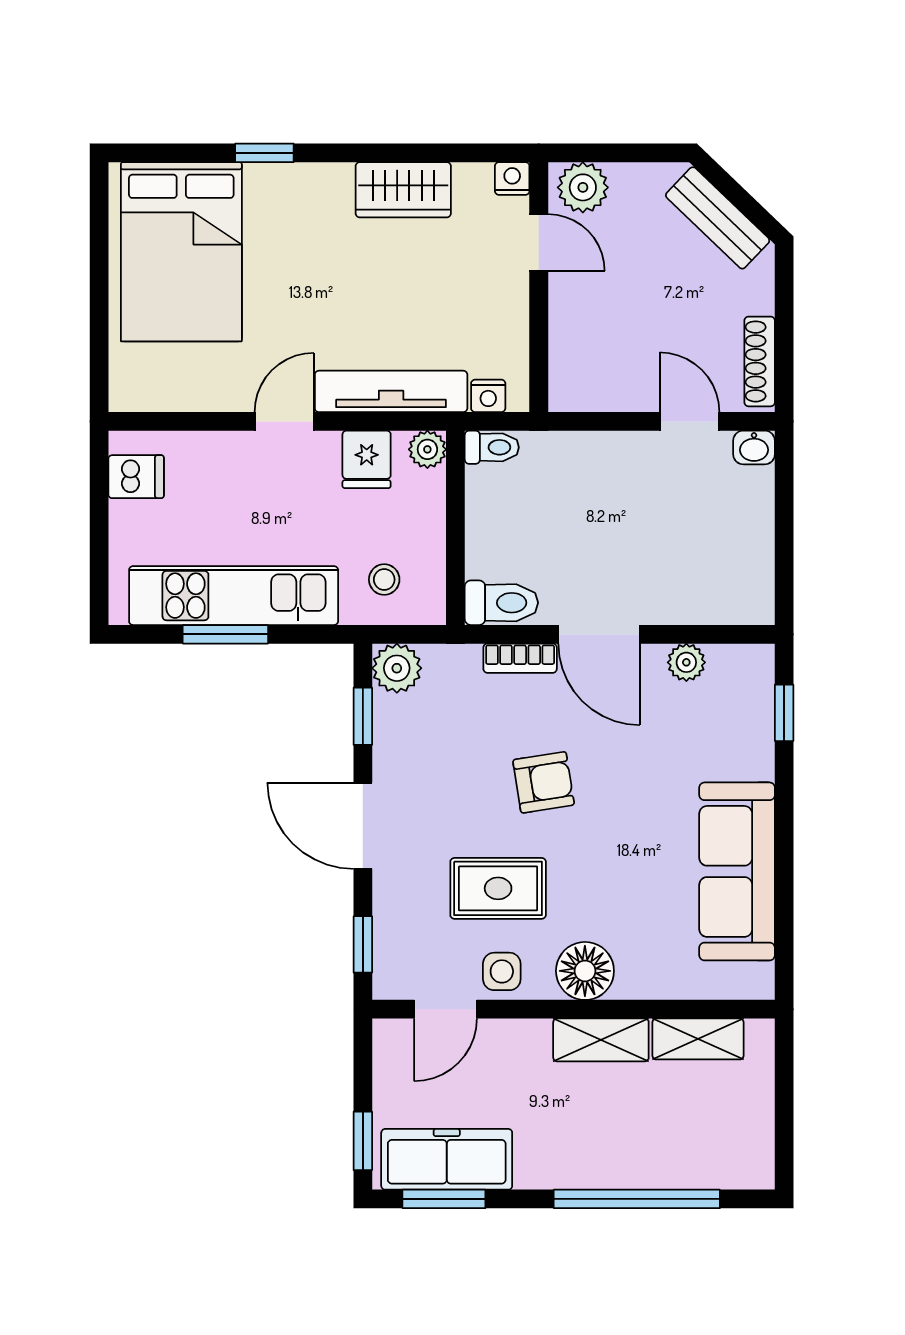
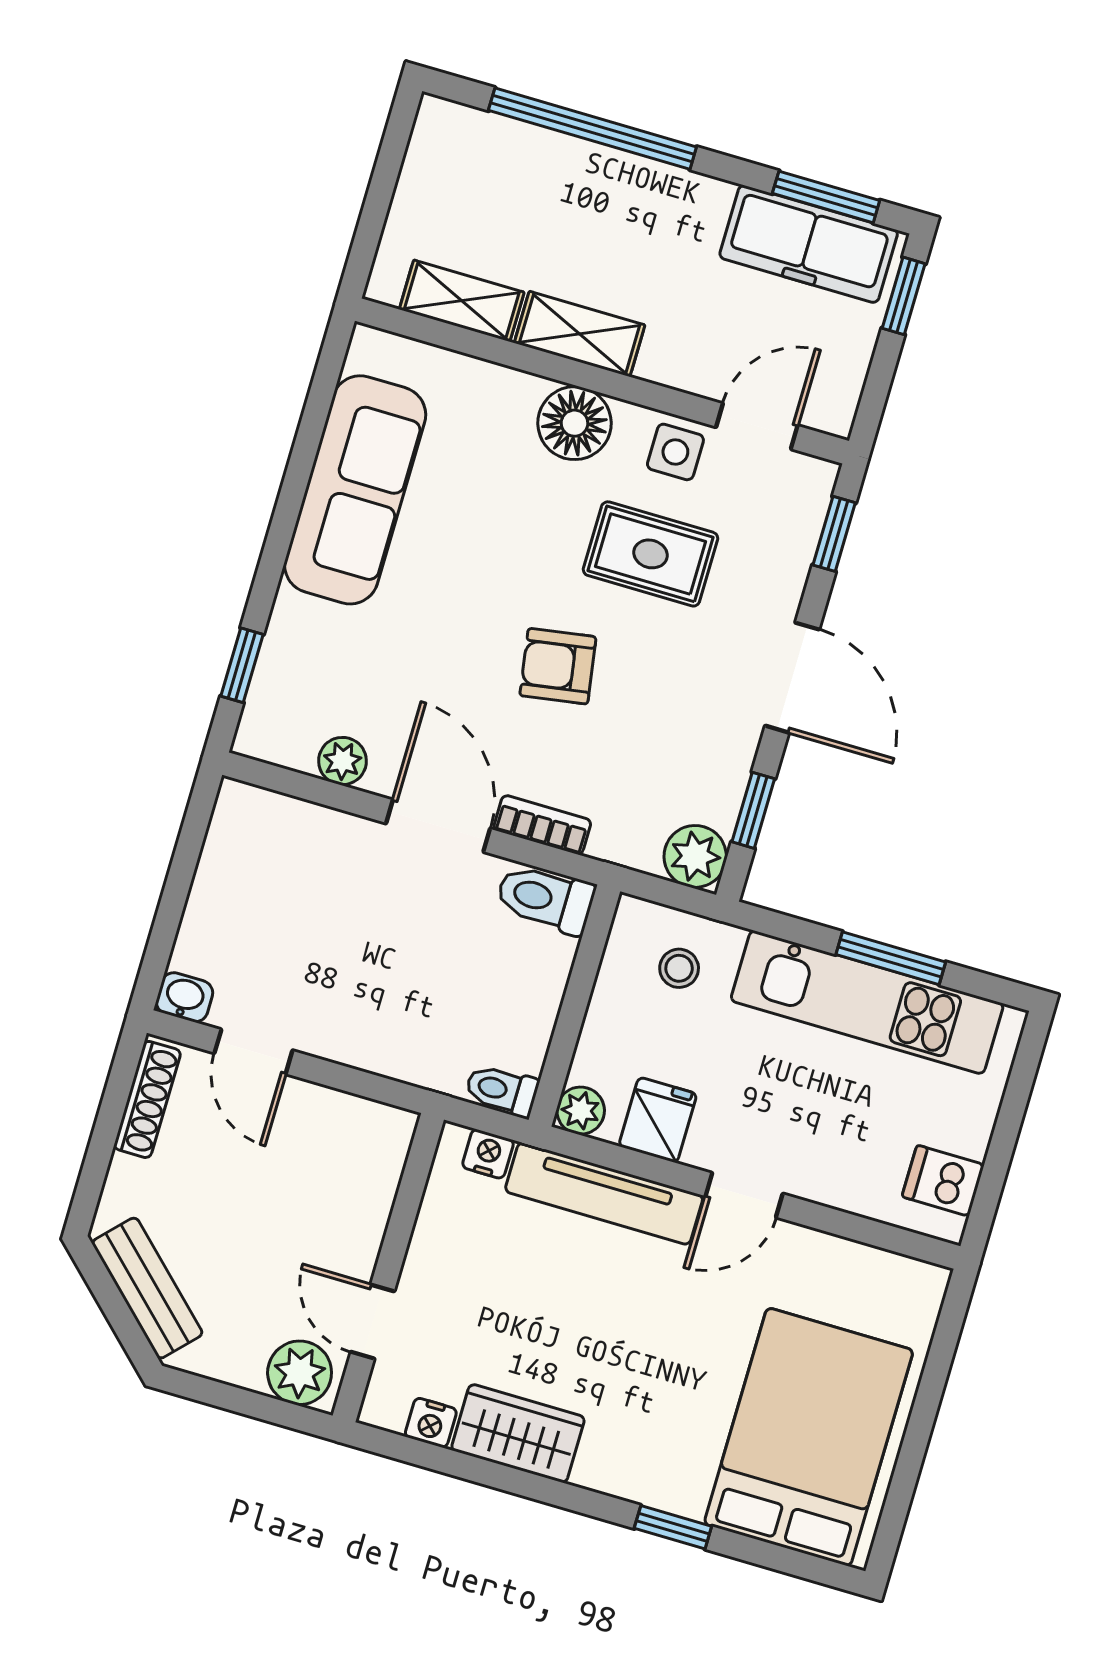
nightstand: (512, 179) -> (431, 1423), moved

